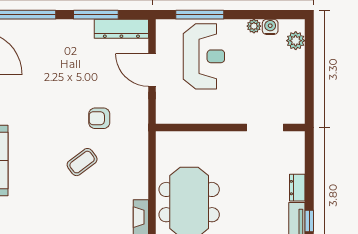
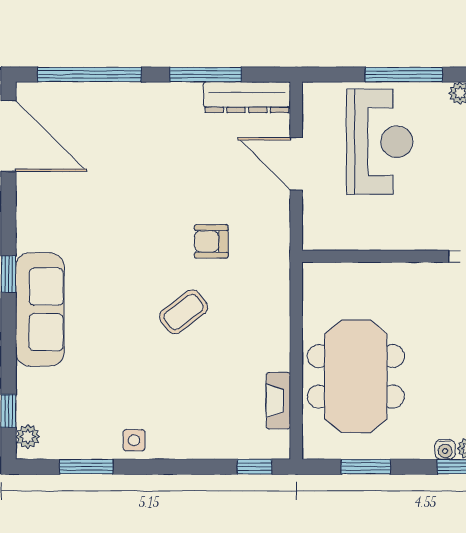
window: (200, 15) -> (404, 75), moved

